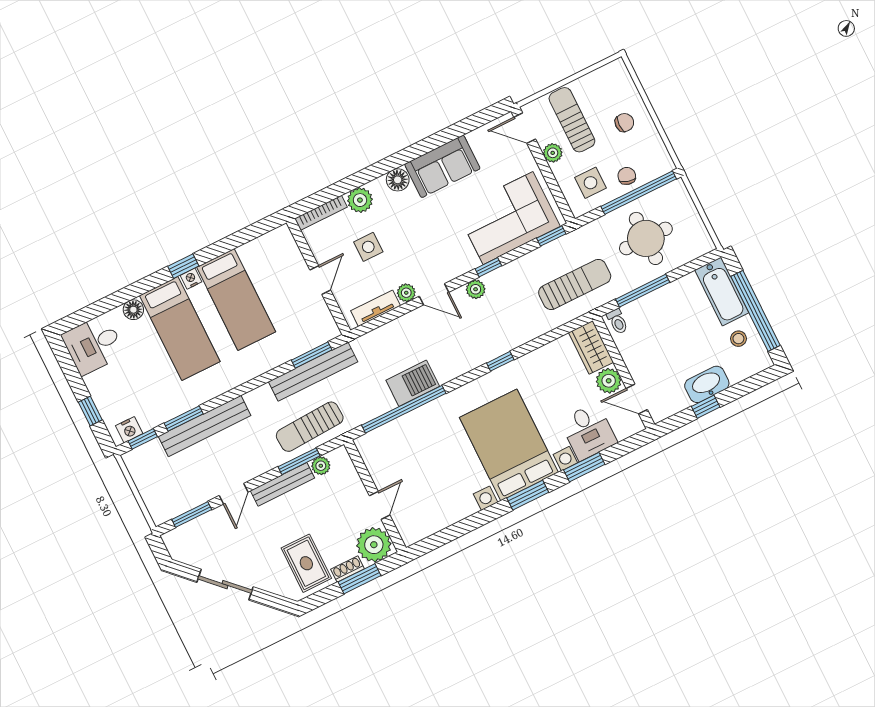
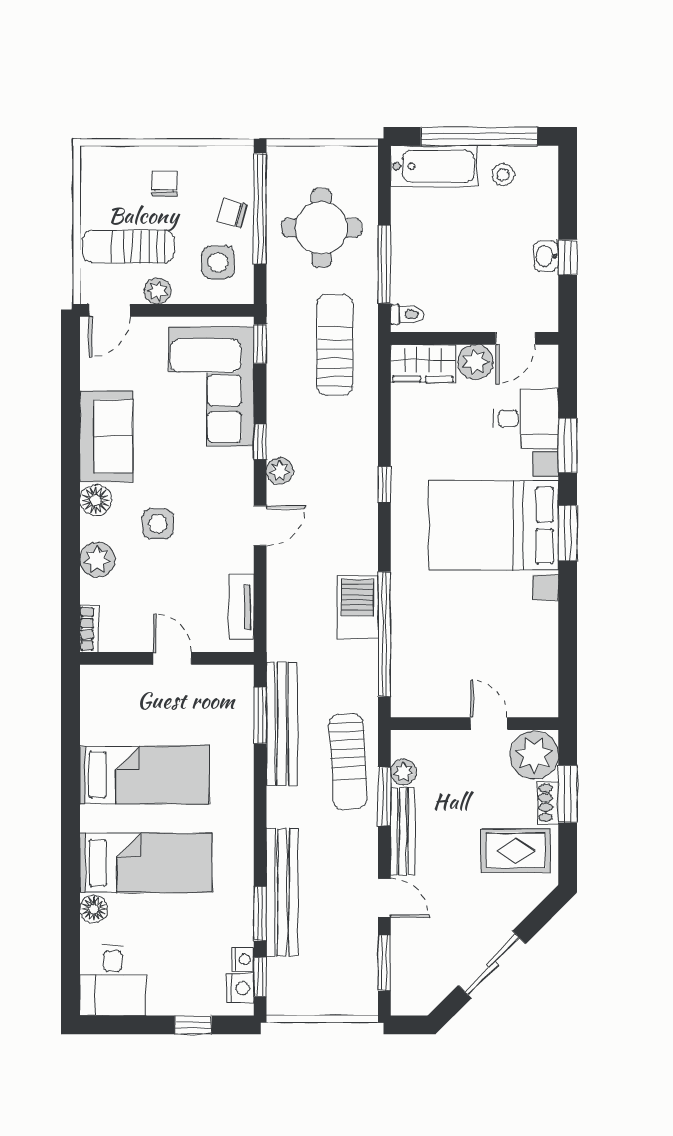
bookcase: (321, 213) -> (89, 629), width x0.64
side table: (368, 247) -> (158, 524), moved
window: (183, 266) -> (71, 820), removed
nightstand: (191, 279) -> (243, 959), moved, turned 180
plant: (406, 293) -> (241, 559), removed
washbasin: (707, 384) -> (546, 256), width x0.52, depth x0.69

